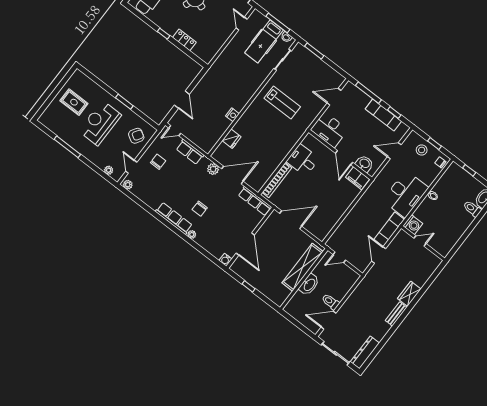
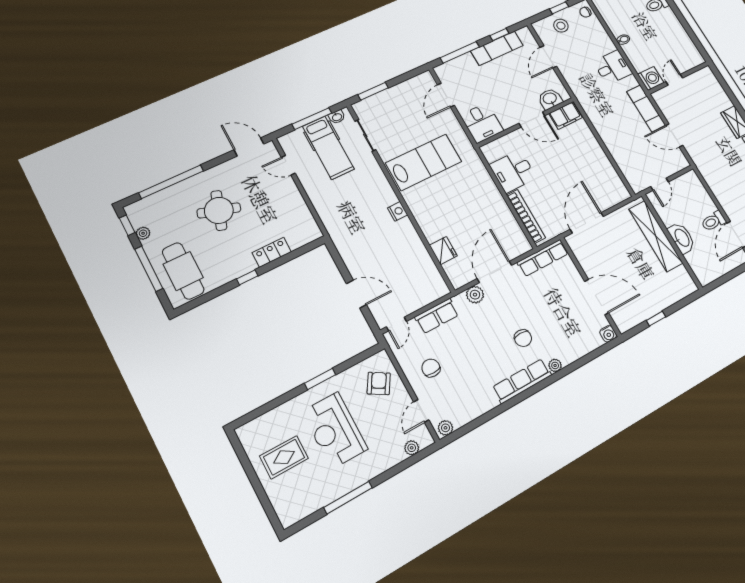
lab bench: (282, 103) -> (424, 162), width x1.36, depth x1.39
nightstand: (232, 115) -> (398, 211), moved
desk: (329, 130) -> (482, 123), width x0.73
door: (131, 167) -> (421, 411), hinge flipped
desk: (405, 194) -> (613, 67), width x0.53, depth x0.77

